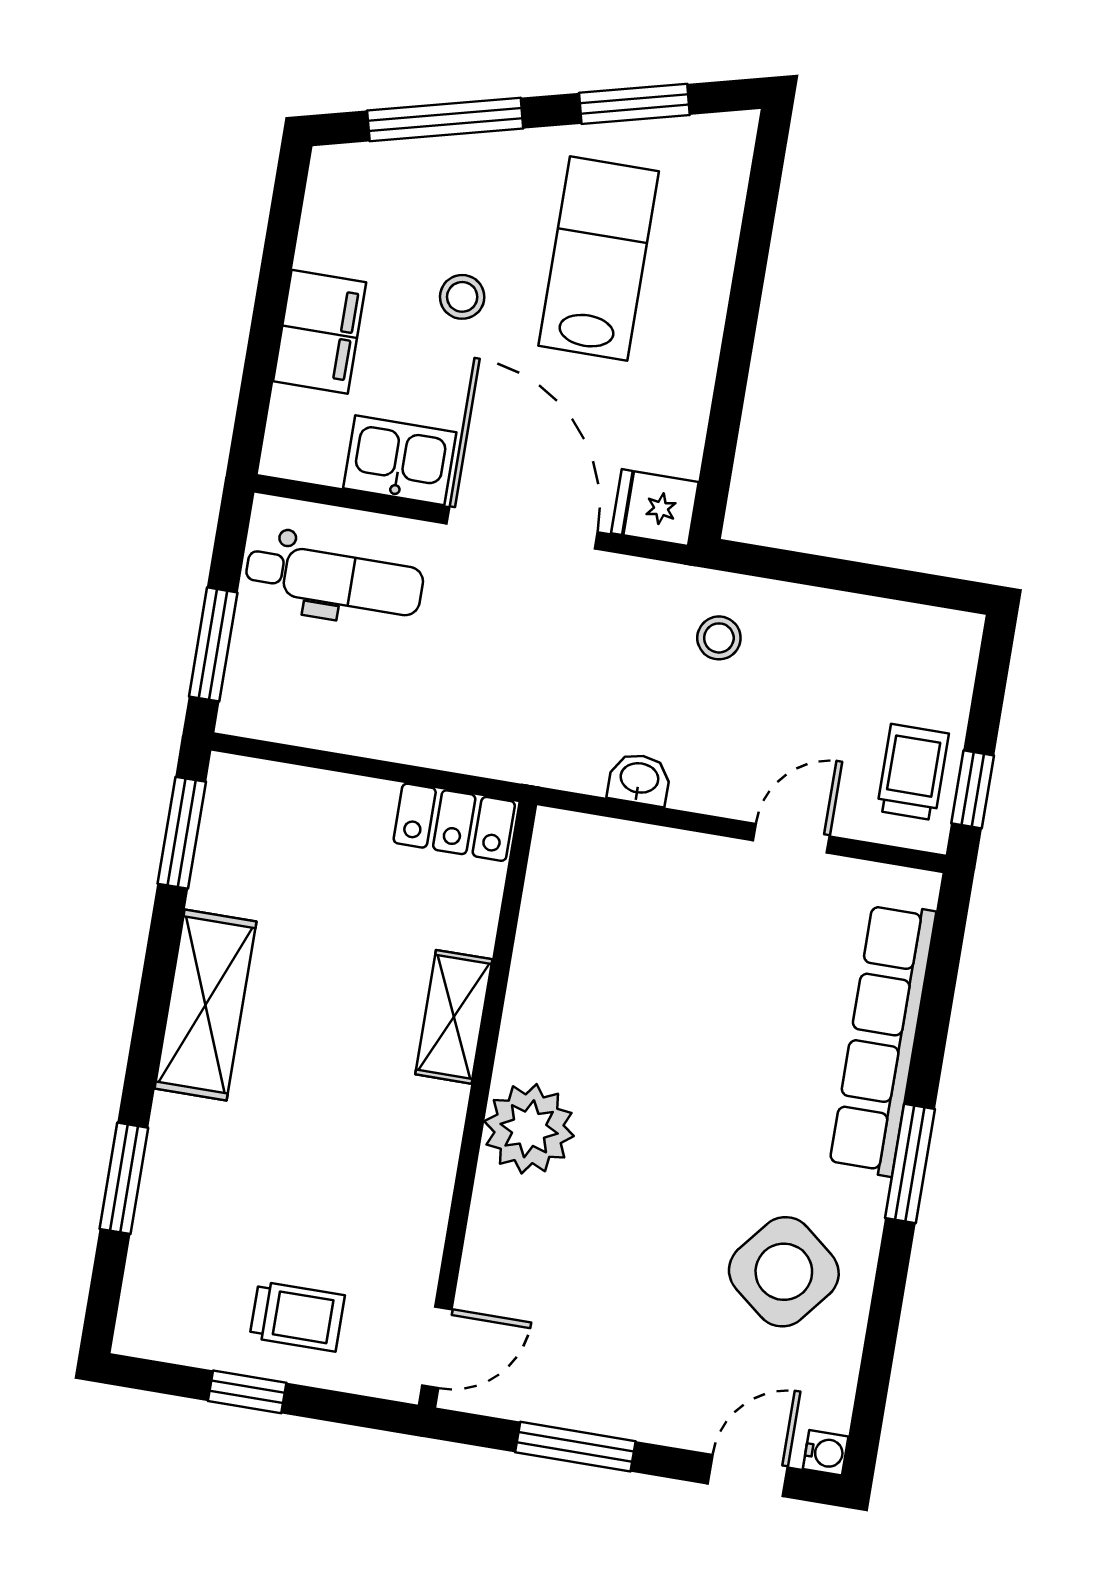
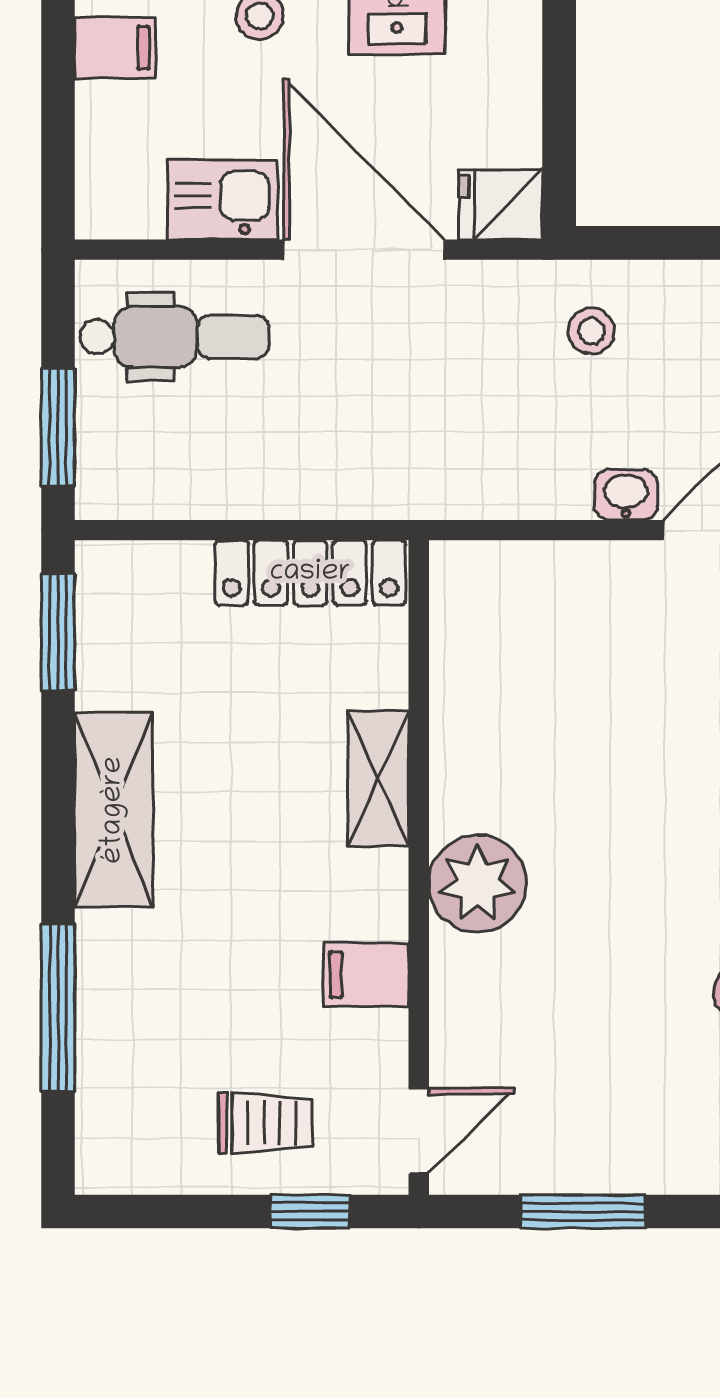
filing cabinet: (320, 332) -> (115, 48), width x0.50
washbasin: (639, 779) -> (626, 495), moved
locker: (454, 822) -> (310, 573), width x1.53
window: (124, 1178) -> (58, 1008), width x1.44
filing cabinet: (412, 1195) -> (366, 975), added
window: (247, 1392) -> (310, 1212), moved

